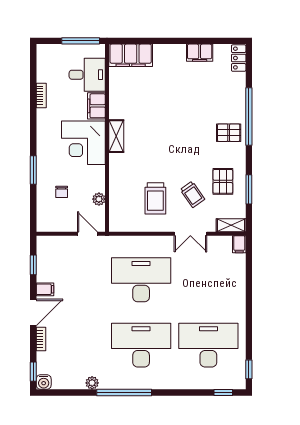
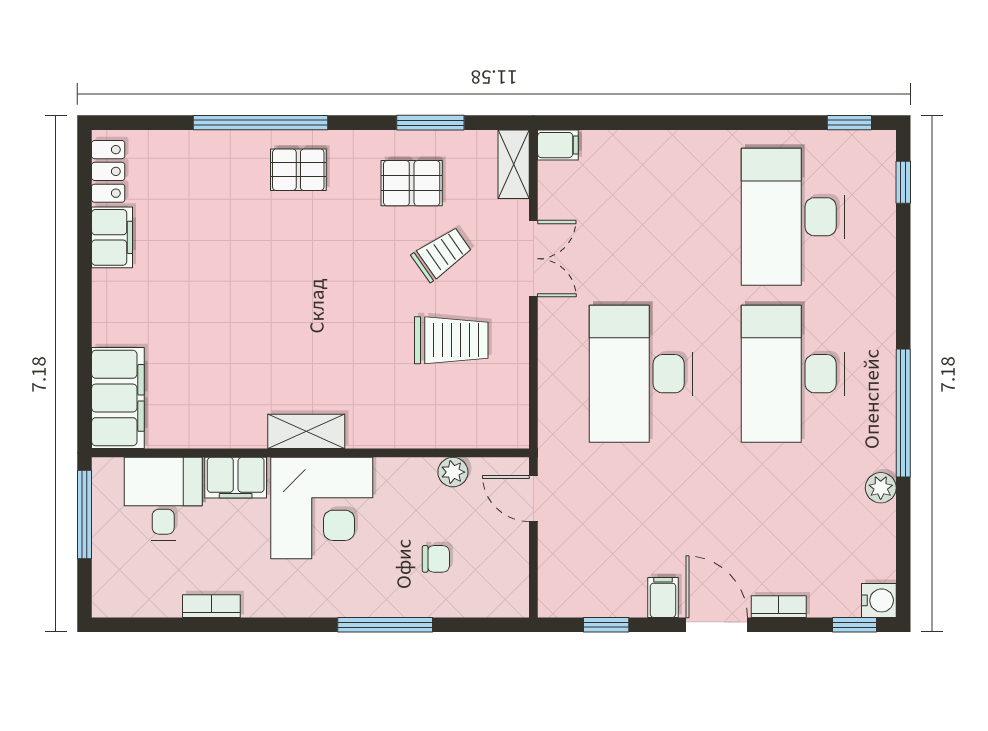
locker: (239, 58) -> (108, 171), moved, turned -90
pallet: (229, 133) -> (298, 170), turned 90
window: (33, 170) -> (385, 625), width x1.44
door: (87, 234) -> (533, 499), hinge flipped

